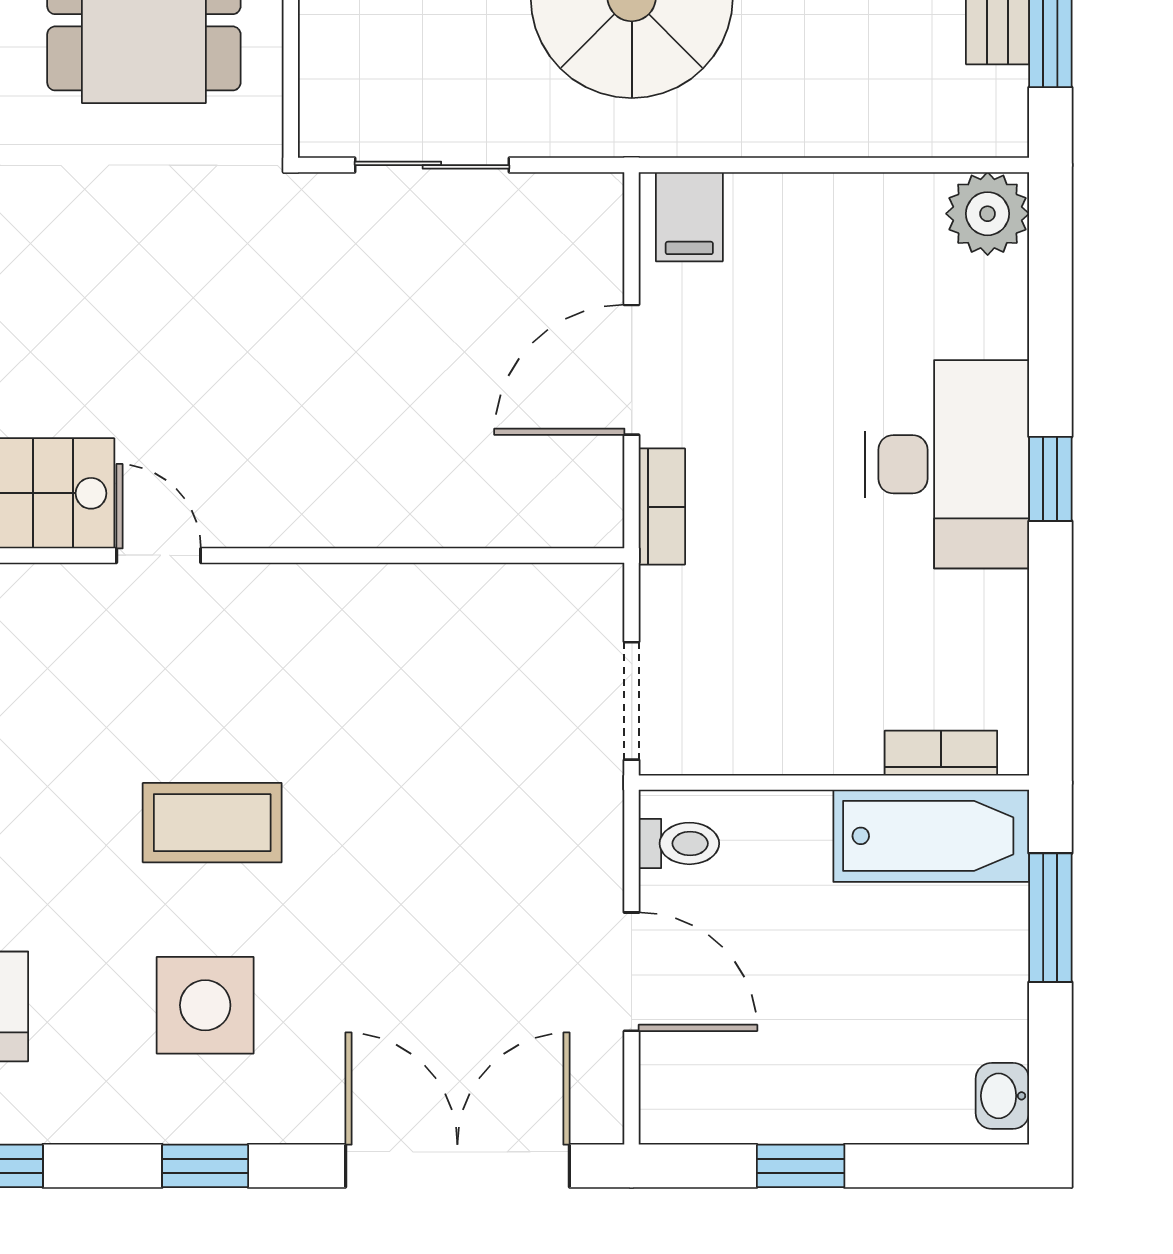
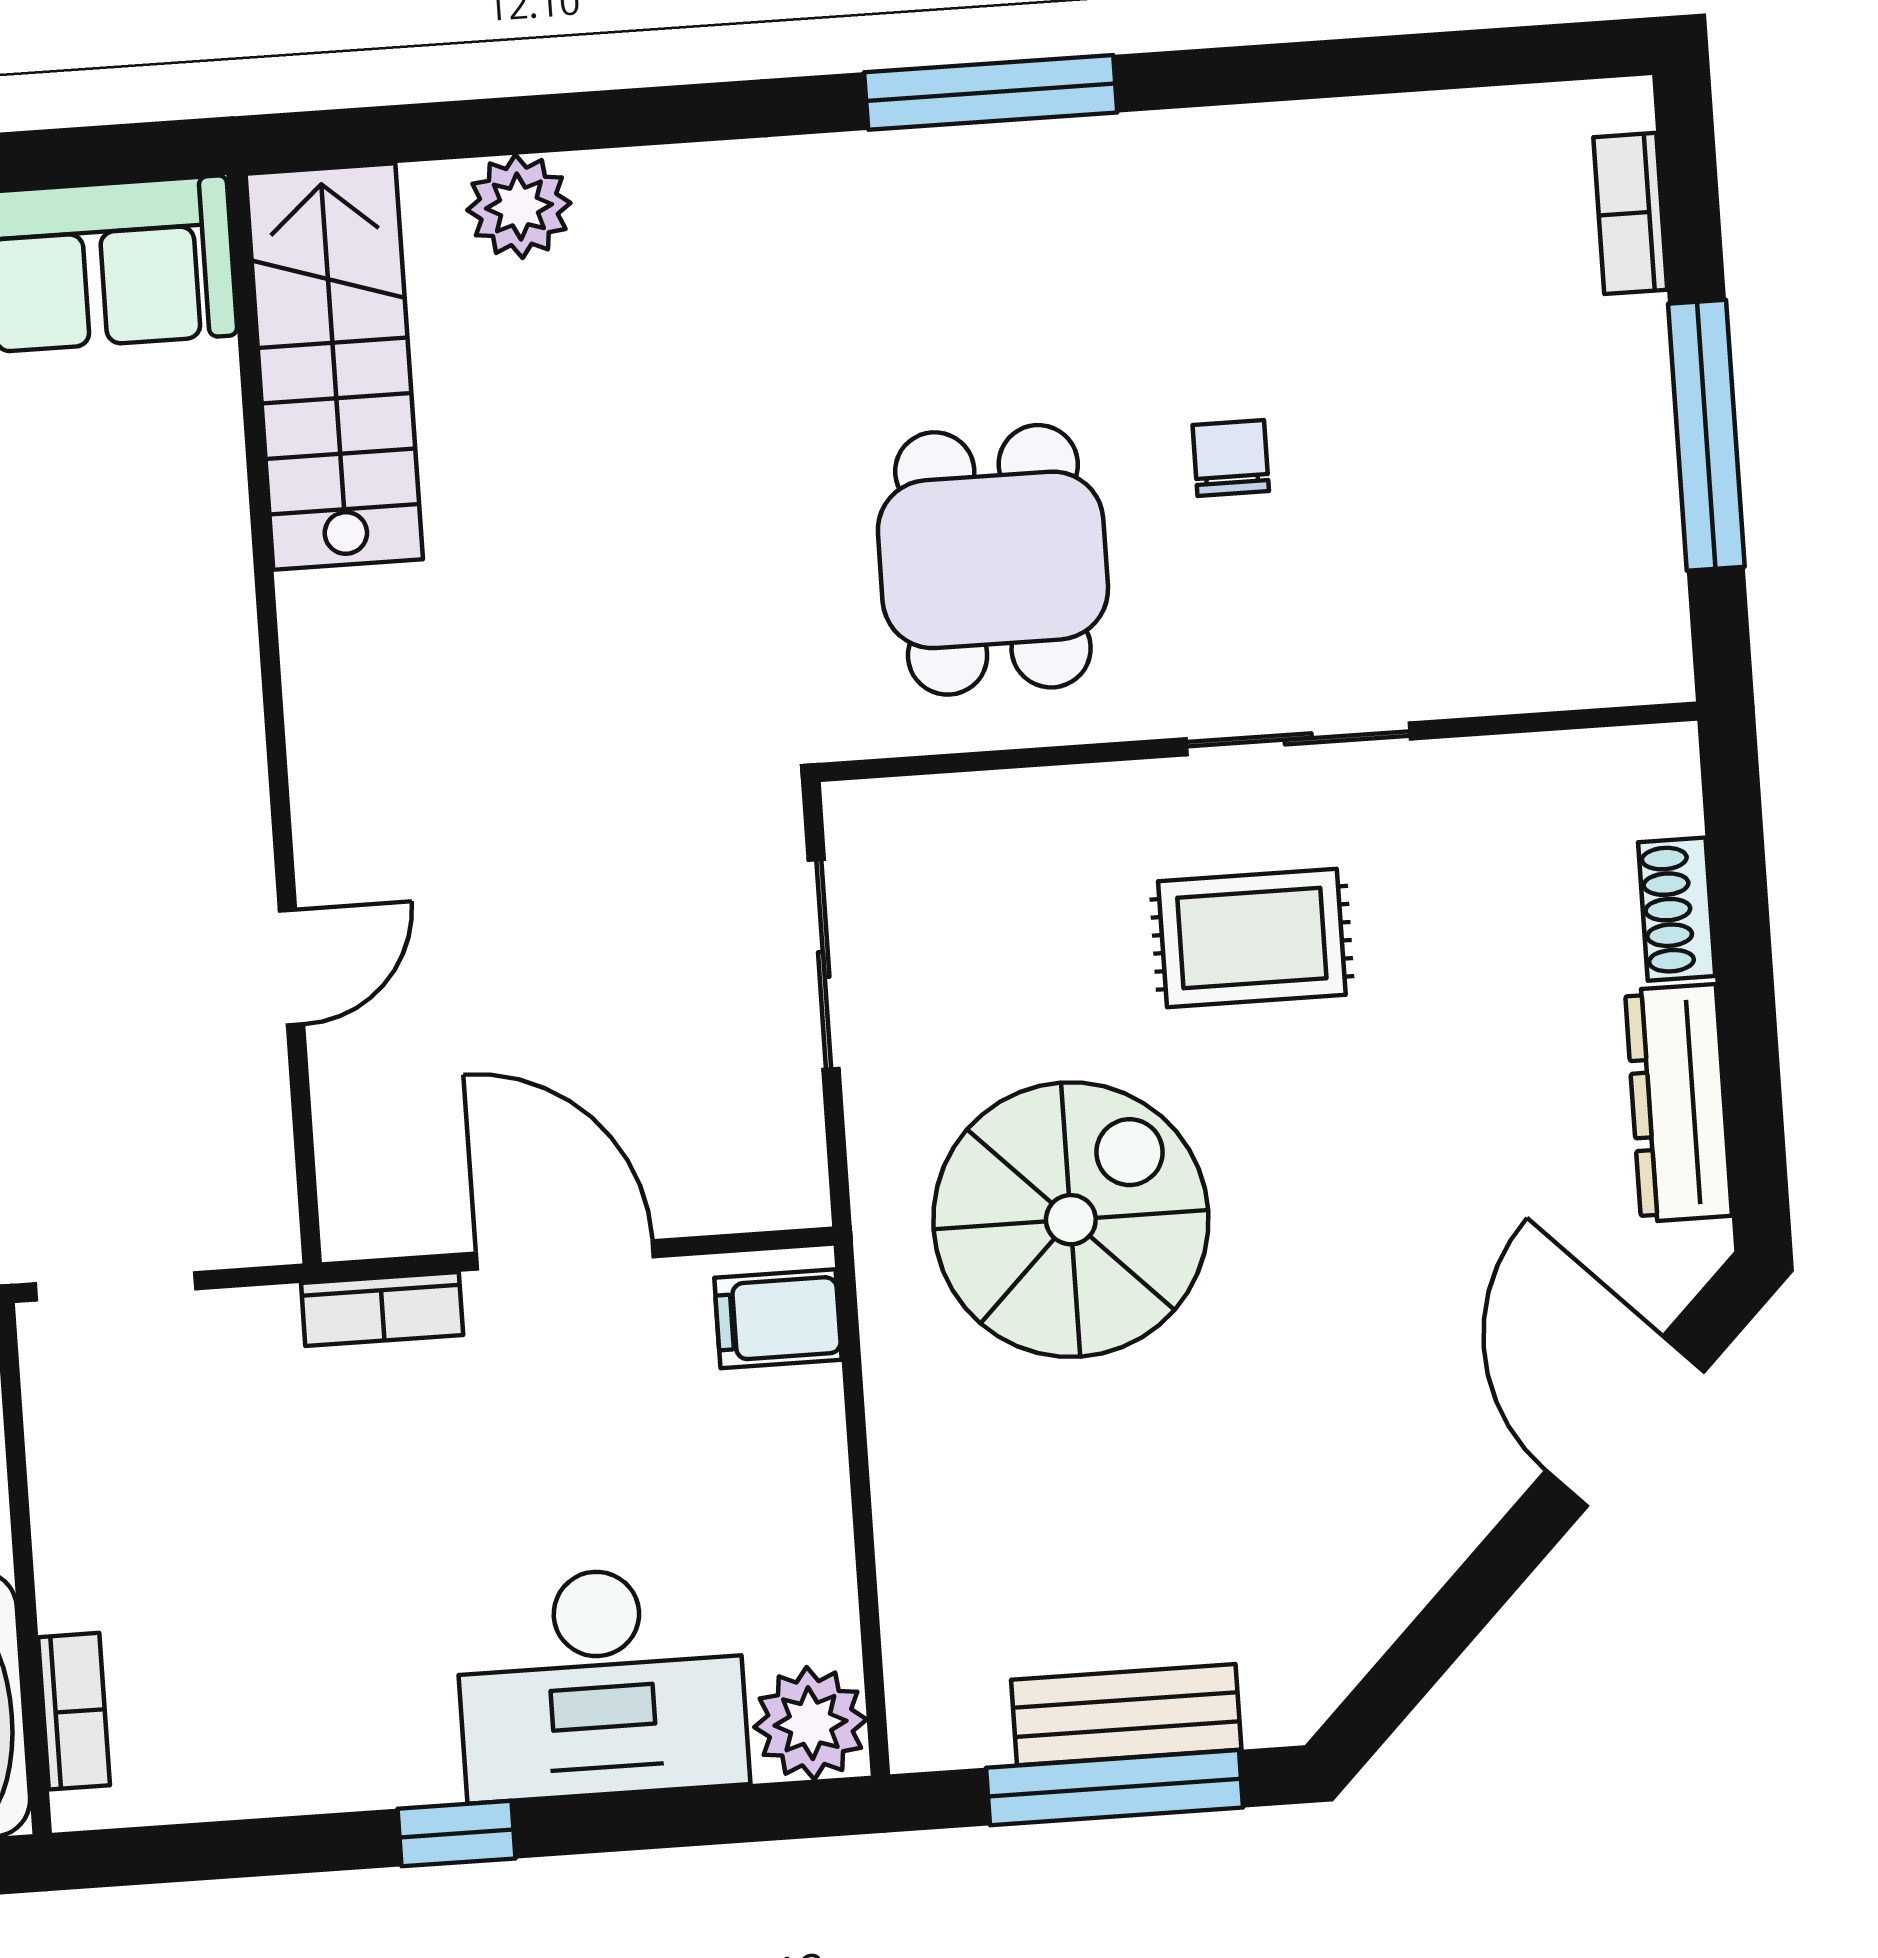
desk: (947, 464) -> (601, 1683), moved
door: (159, 555) -> (291, 967), moved

